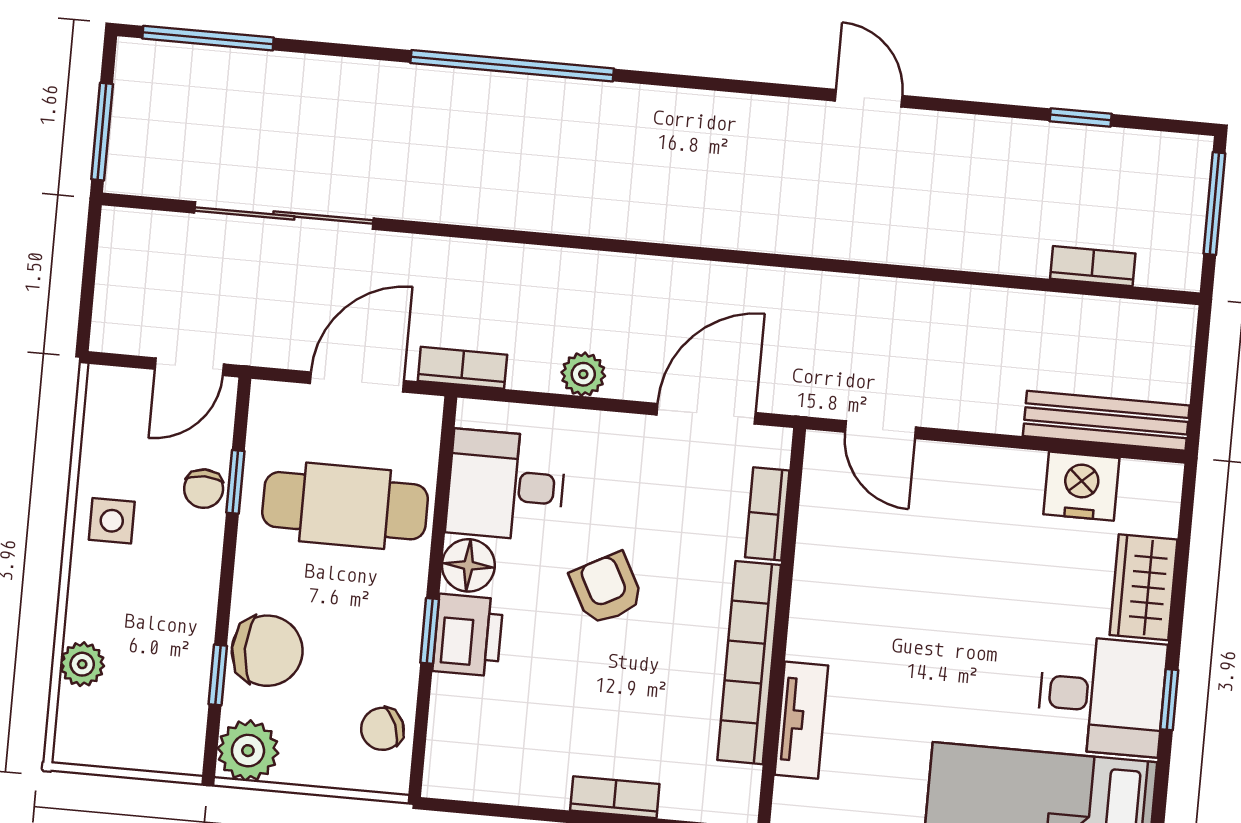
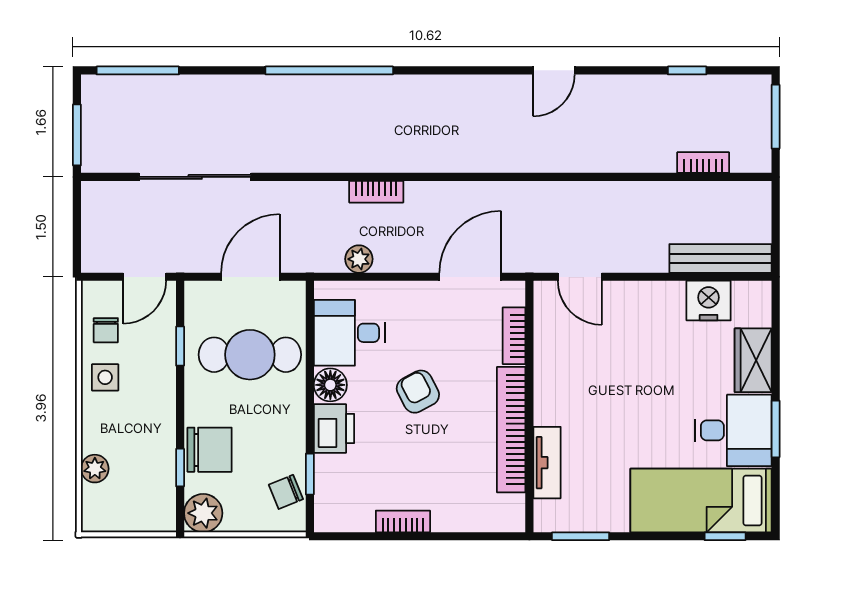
door: (869, 98) -> (554, 70), swing flipped
bookcase: (462, 368) -> (376, 192), moved, turned 180
plant: (583, 374) -> (359, 259), moved
chair: (204, 489) -> (106, 330), moved
window: (430, 631) -> (310, 474), moved
window: (1169, 700) -> (776, 429), width x1.50
bookcase: (615, 797) -> (403, 521), moved

